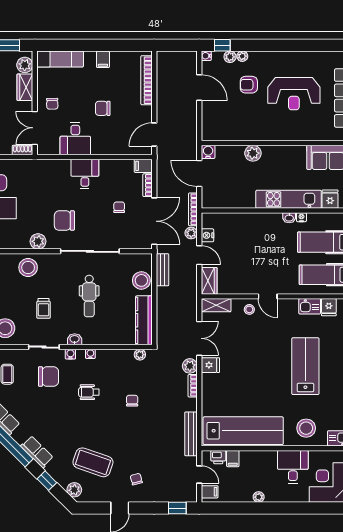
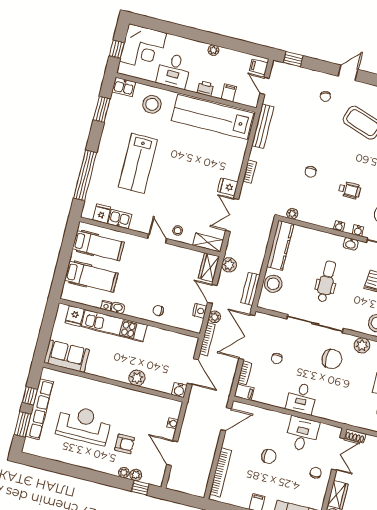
water cooler: (206, 56) -> (173, 423), moved
chair: (249, 225) -> (158, 311), added
plant: (190, 366) -> (229, 265), moved
printer: (218, 457) -> (205, 88), moved

